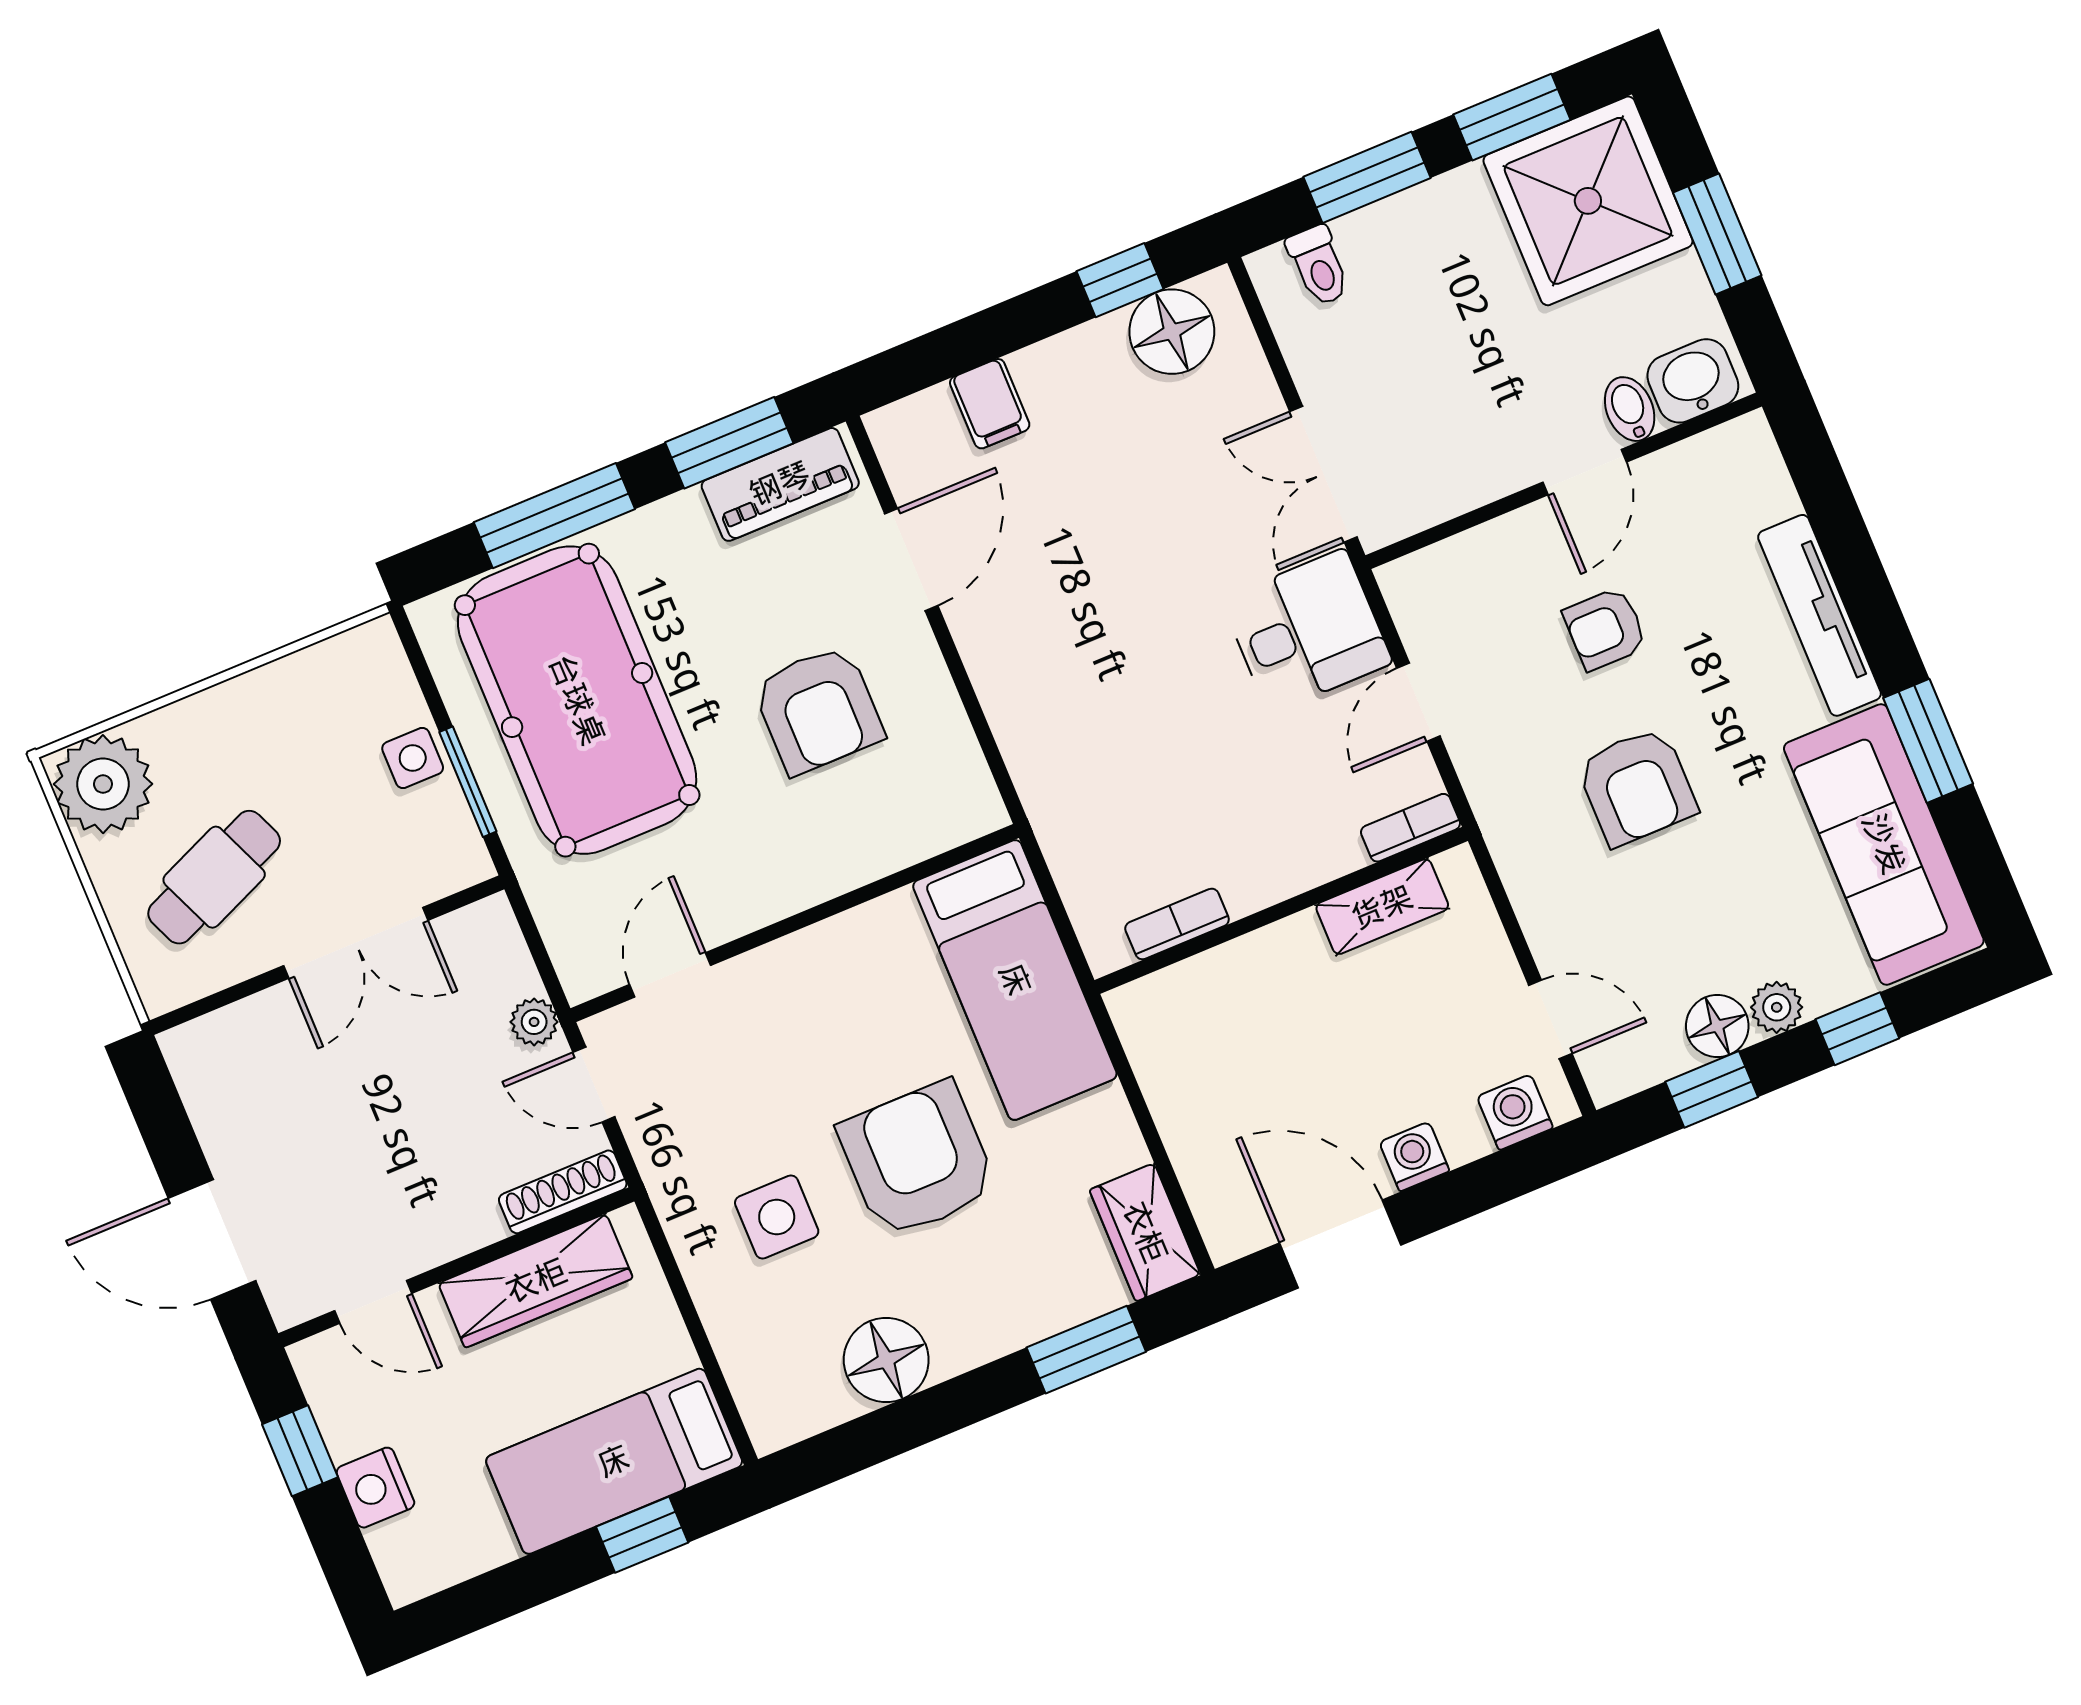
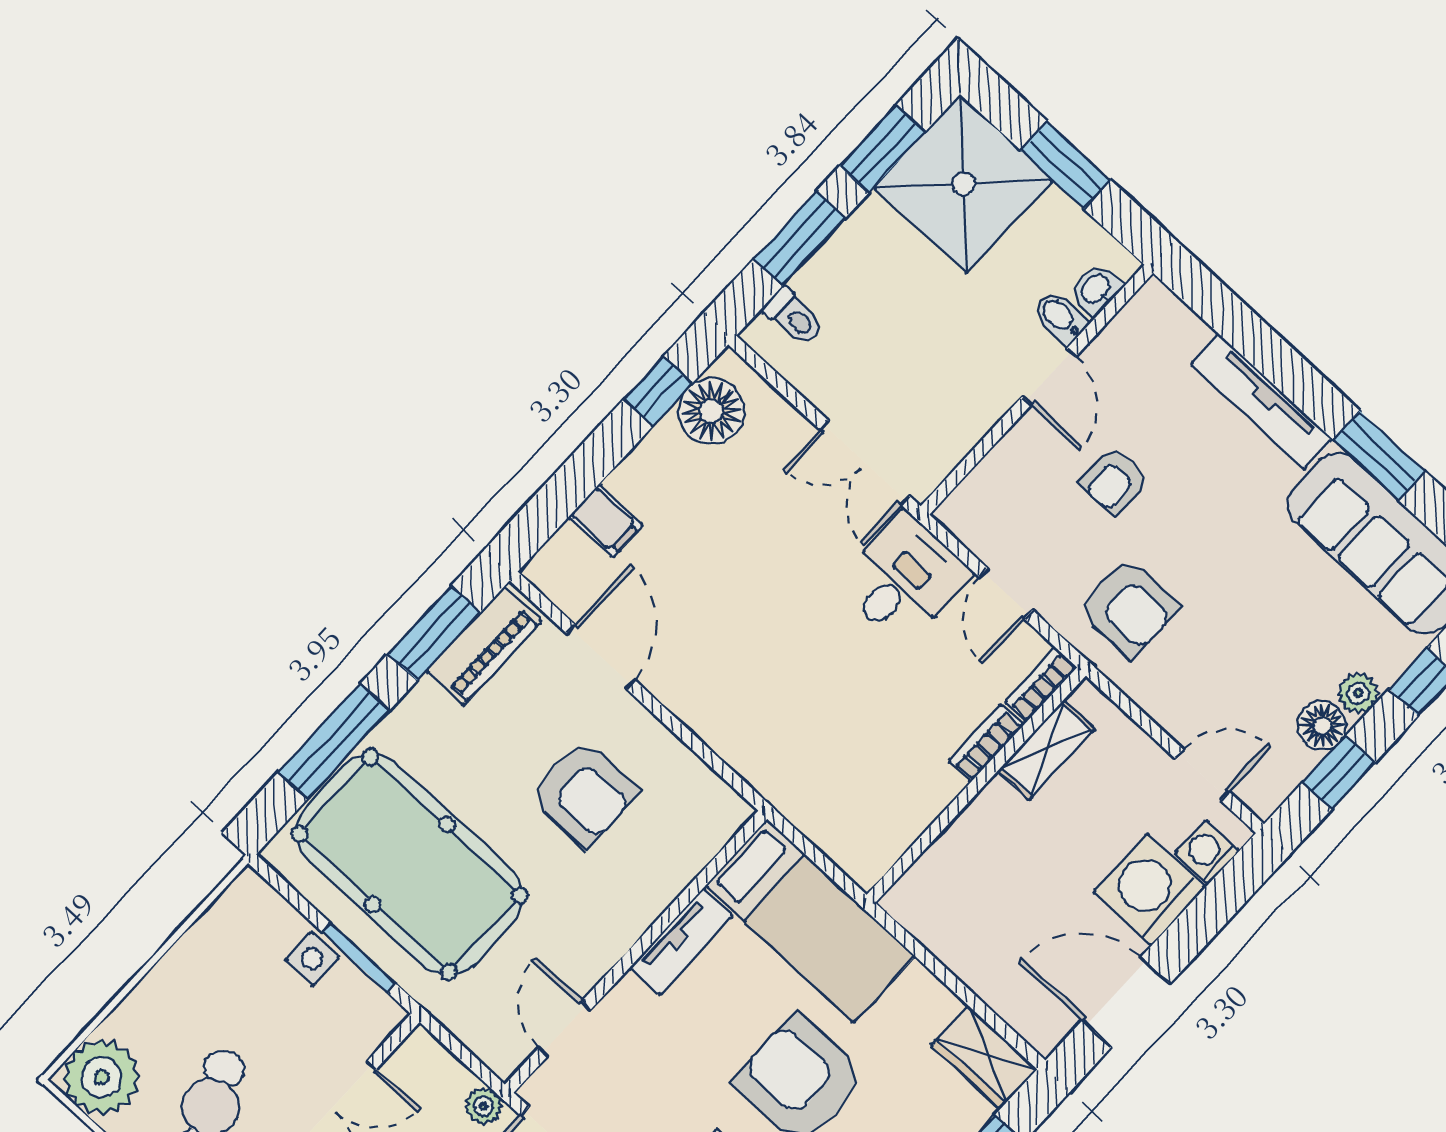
washbasin: (1693, 381) -> (1096, 289), width x0.72, depth x0.69
armchair: (1637, 786) -> (1129, 608), moved
bookcase: (1177, 924) -> (986, 743), moved
tv unit: (853, 936) -> (681, 942), added
washing machine: (1414, 1157) -> (1149, 890), width x1.89, depth x1.89

